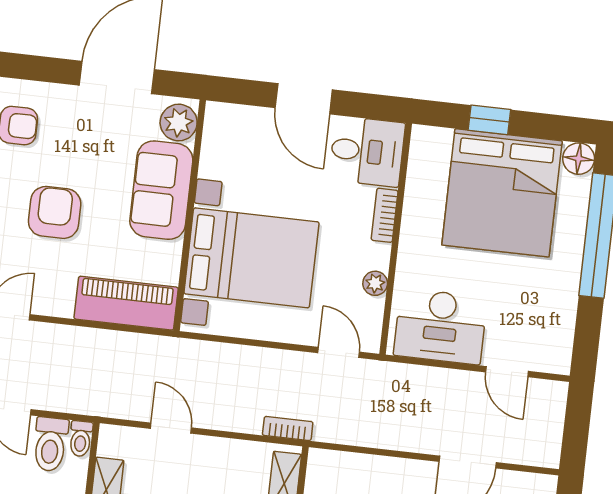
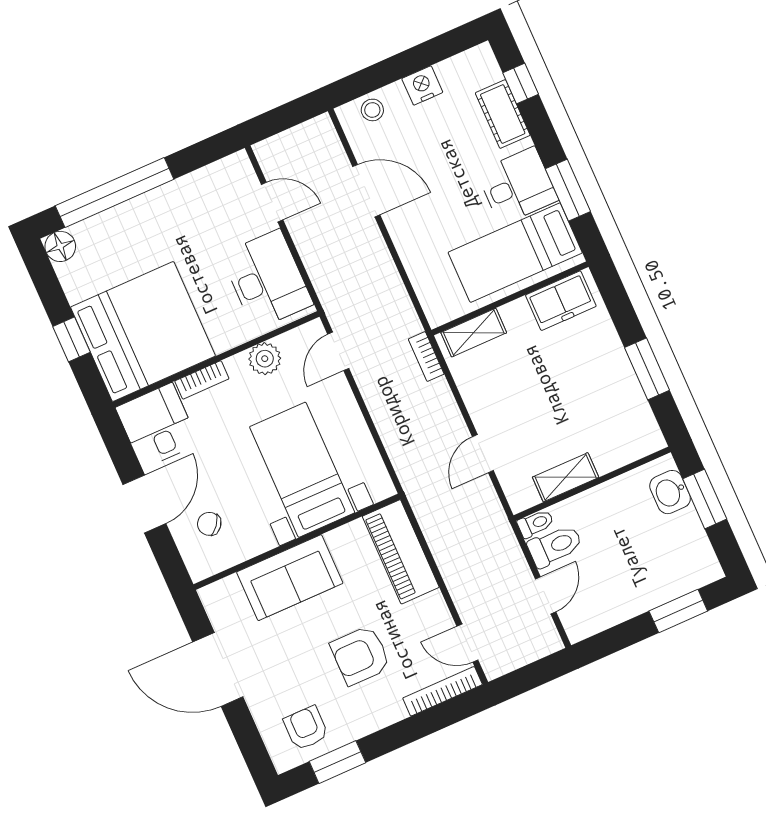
plant: (179, 123) -> (225, 596), removed
chair: (252, 146) -> (209, 524), added
bed: (502, 193) -> (143, 331), moved
bed with nightstands: (251, 258) -> (302, 470), width x0.73
plant: (375, 283) -> (265, 359), width x1.38, depth x1.38
door: (507, 372) -> (272, 202), hinge flipped

